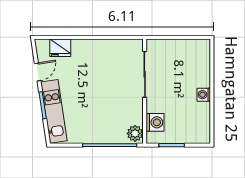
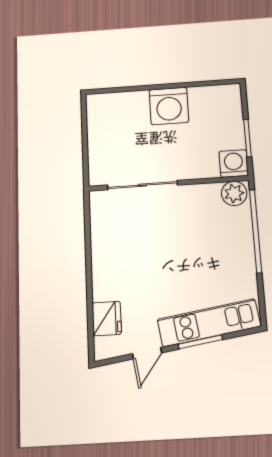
door: (38, 72) -> (147, 353), swing flipped
washing machine: (204, 95) -> (169, 106), width x1.89, depth x1.89
washing machine: (155, 122) -> (234, 163), moved

